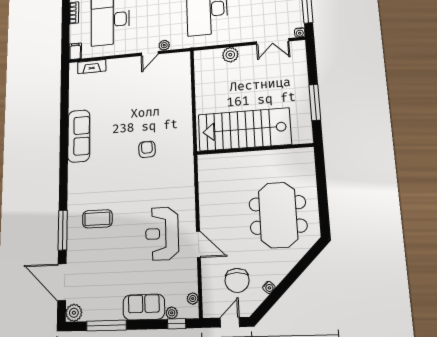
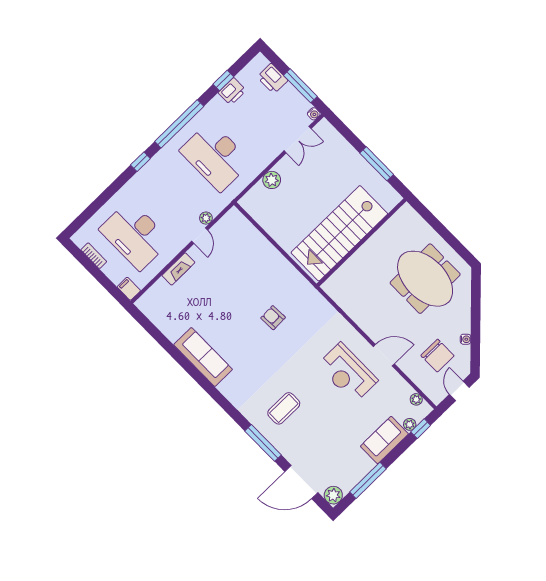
fireplace: (92, 67) -> (178, 269), moved

